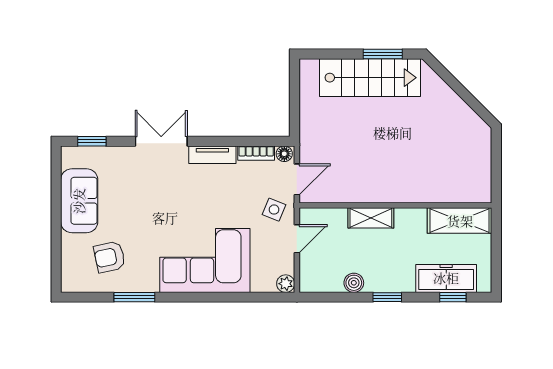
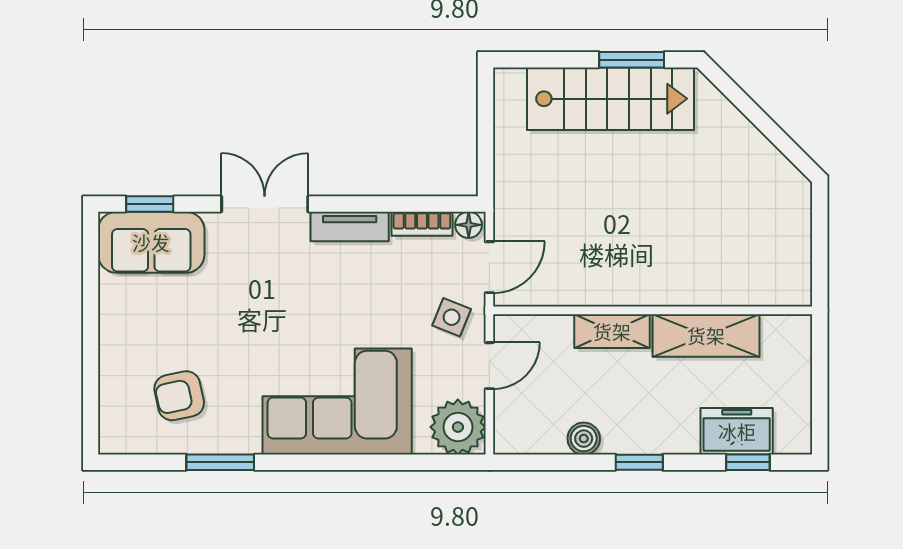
sofa: (79, 201) -> (151, 242), moved, turned 90
shelving: (460, 221) -> (706, 335), moved
freezer: (446, 278) -> (737, 431), width x0.71
plant: (286, 284) -> (458, 427), width x1.88, depth x1.88

